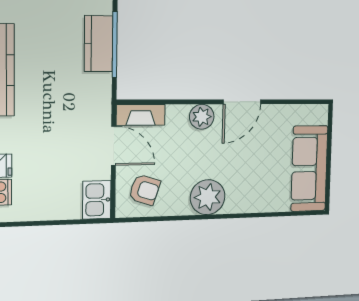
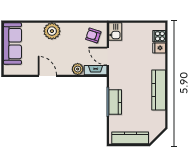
door: (242, 102) -> (47, 76), hinge flipped
plant: (202, 117) -> (78, 69), moved
plant: (208, 197) -> (52, 31), moved

